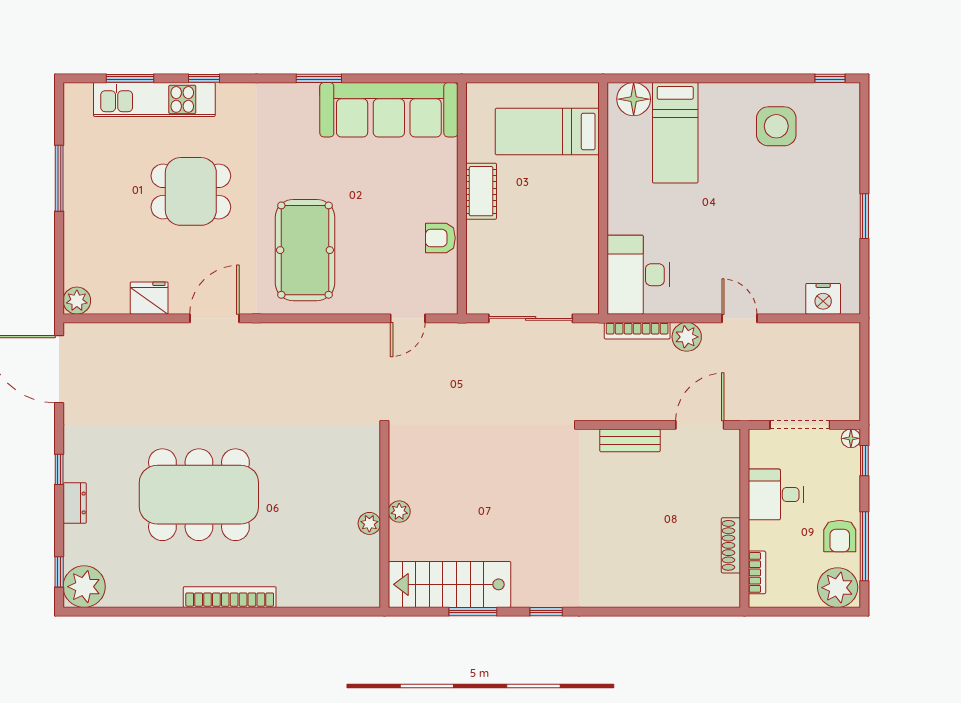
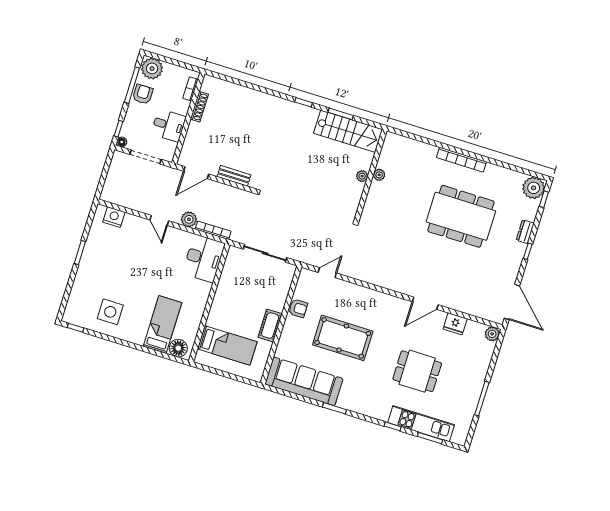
pool table: (305, 250) -> (343, 338), moved, turned 90

